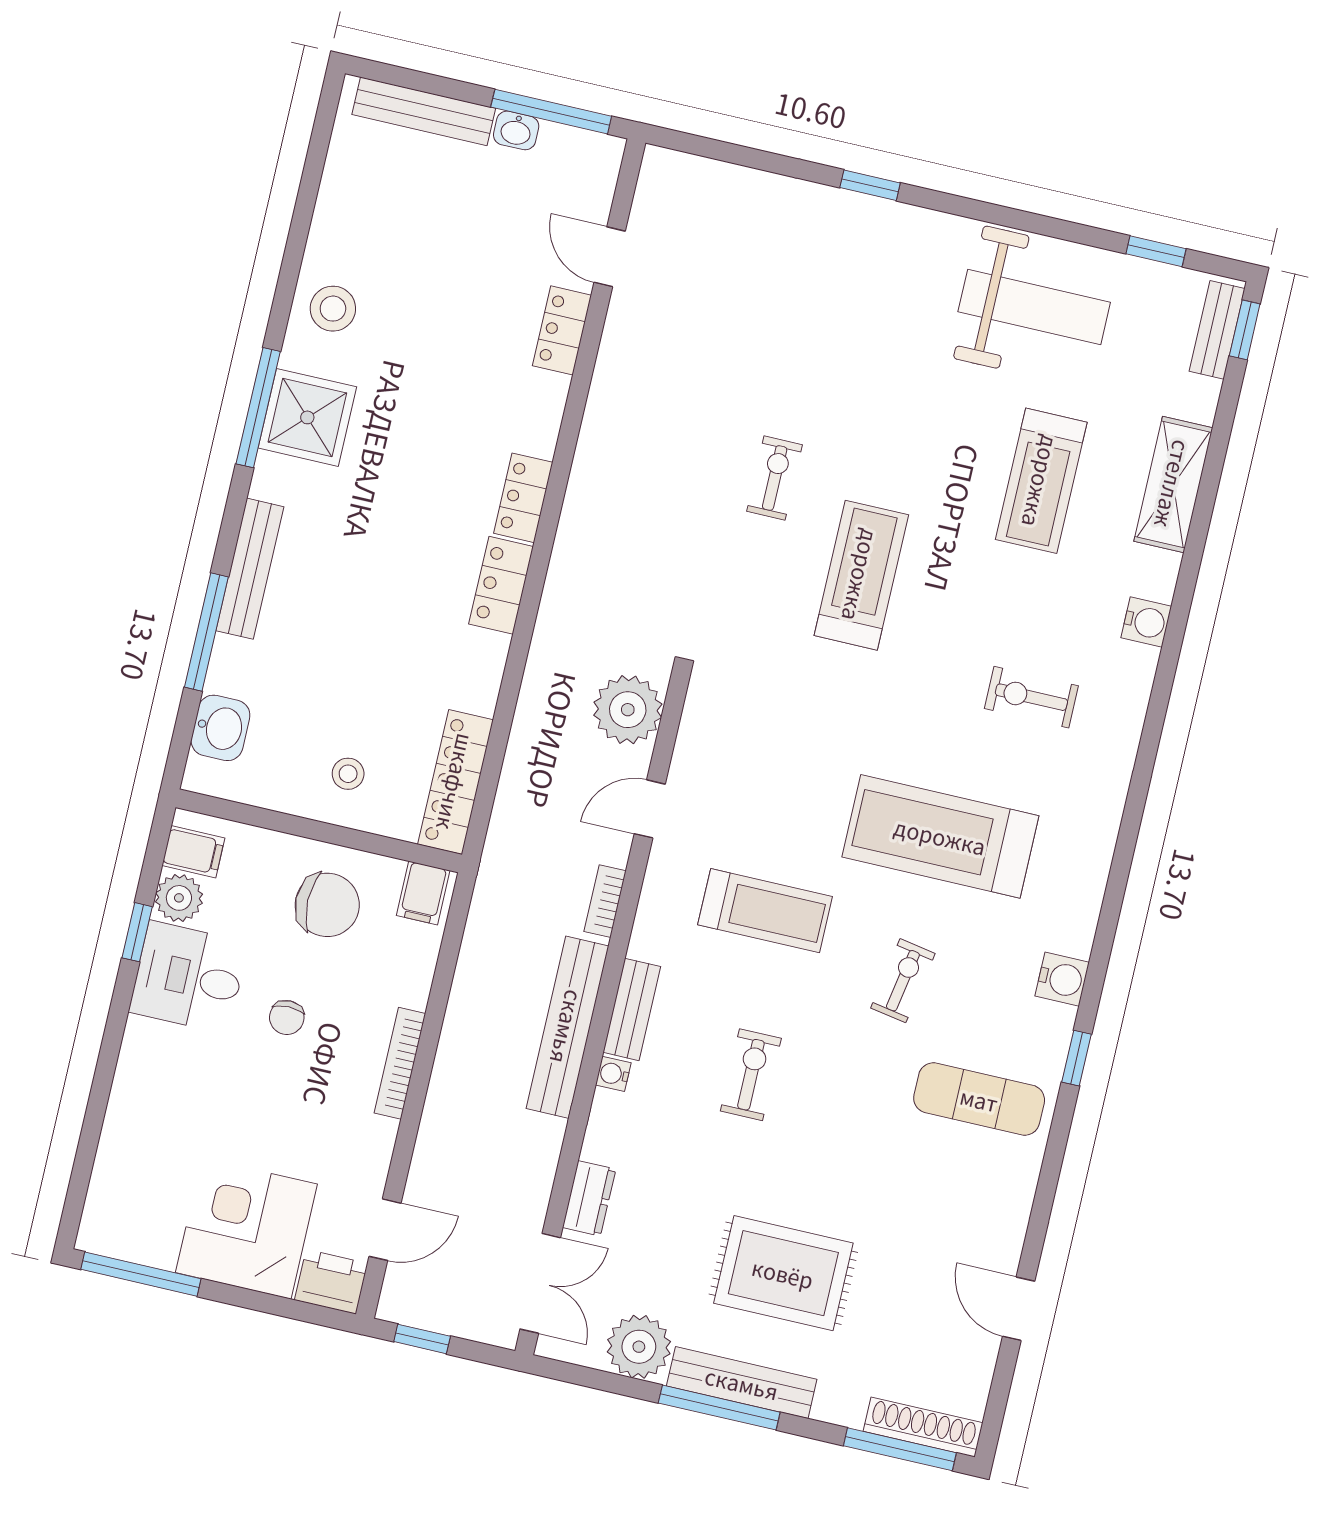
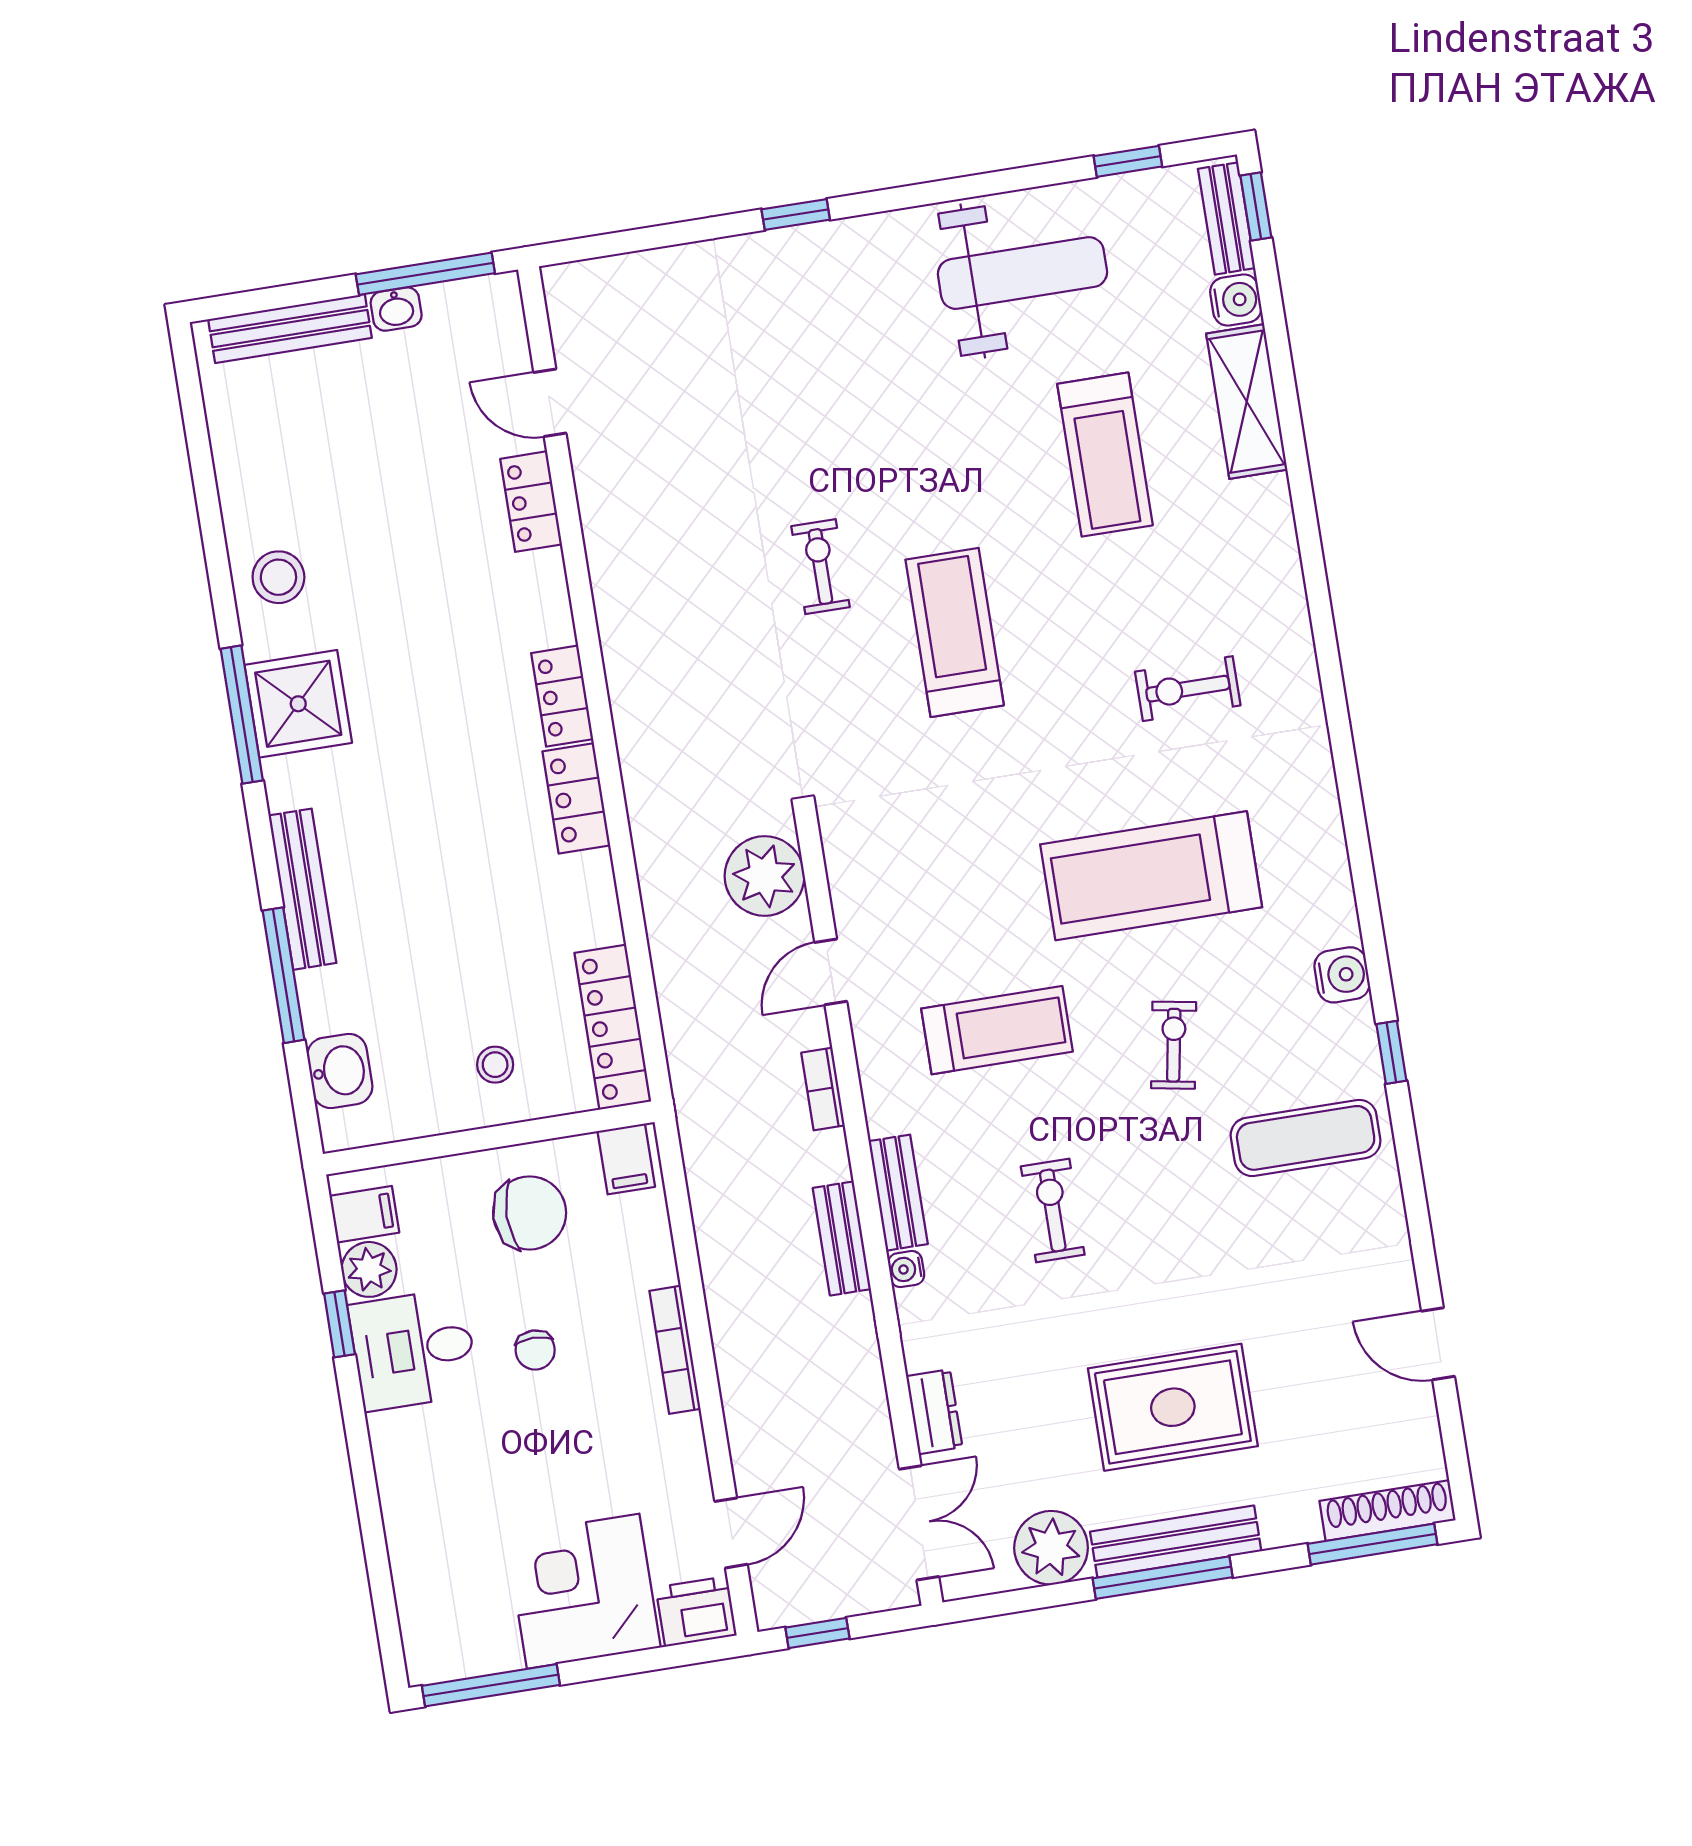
water cooler: (1146, 622) -> (1236, 300), moved
bench: (567, 1027) -> (842, 1238), width x0.54, depth x0.82

